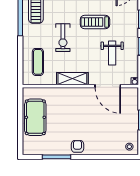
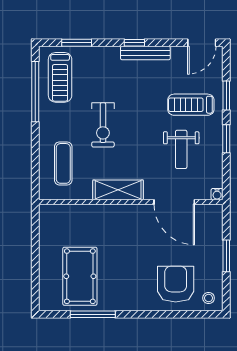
treadmill: (95, 22) -> (191, 105), moved
pool table: (35, 117) -> (80, 276), moved
armchair: (78, 146) -> (176, 284), moved, width x1.88, depth x1.88

